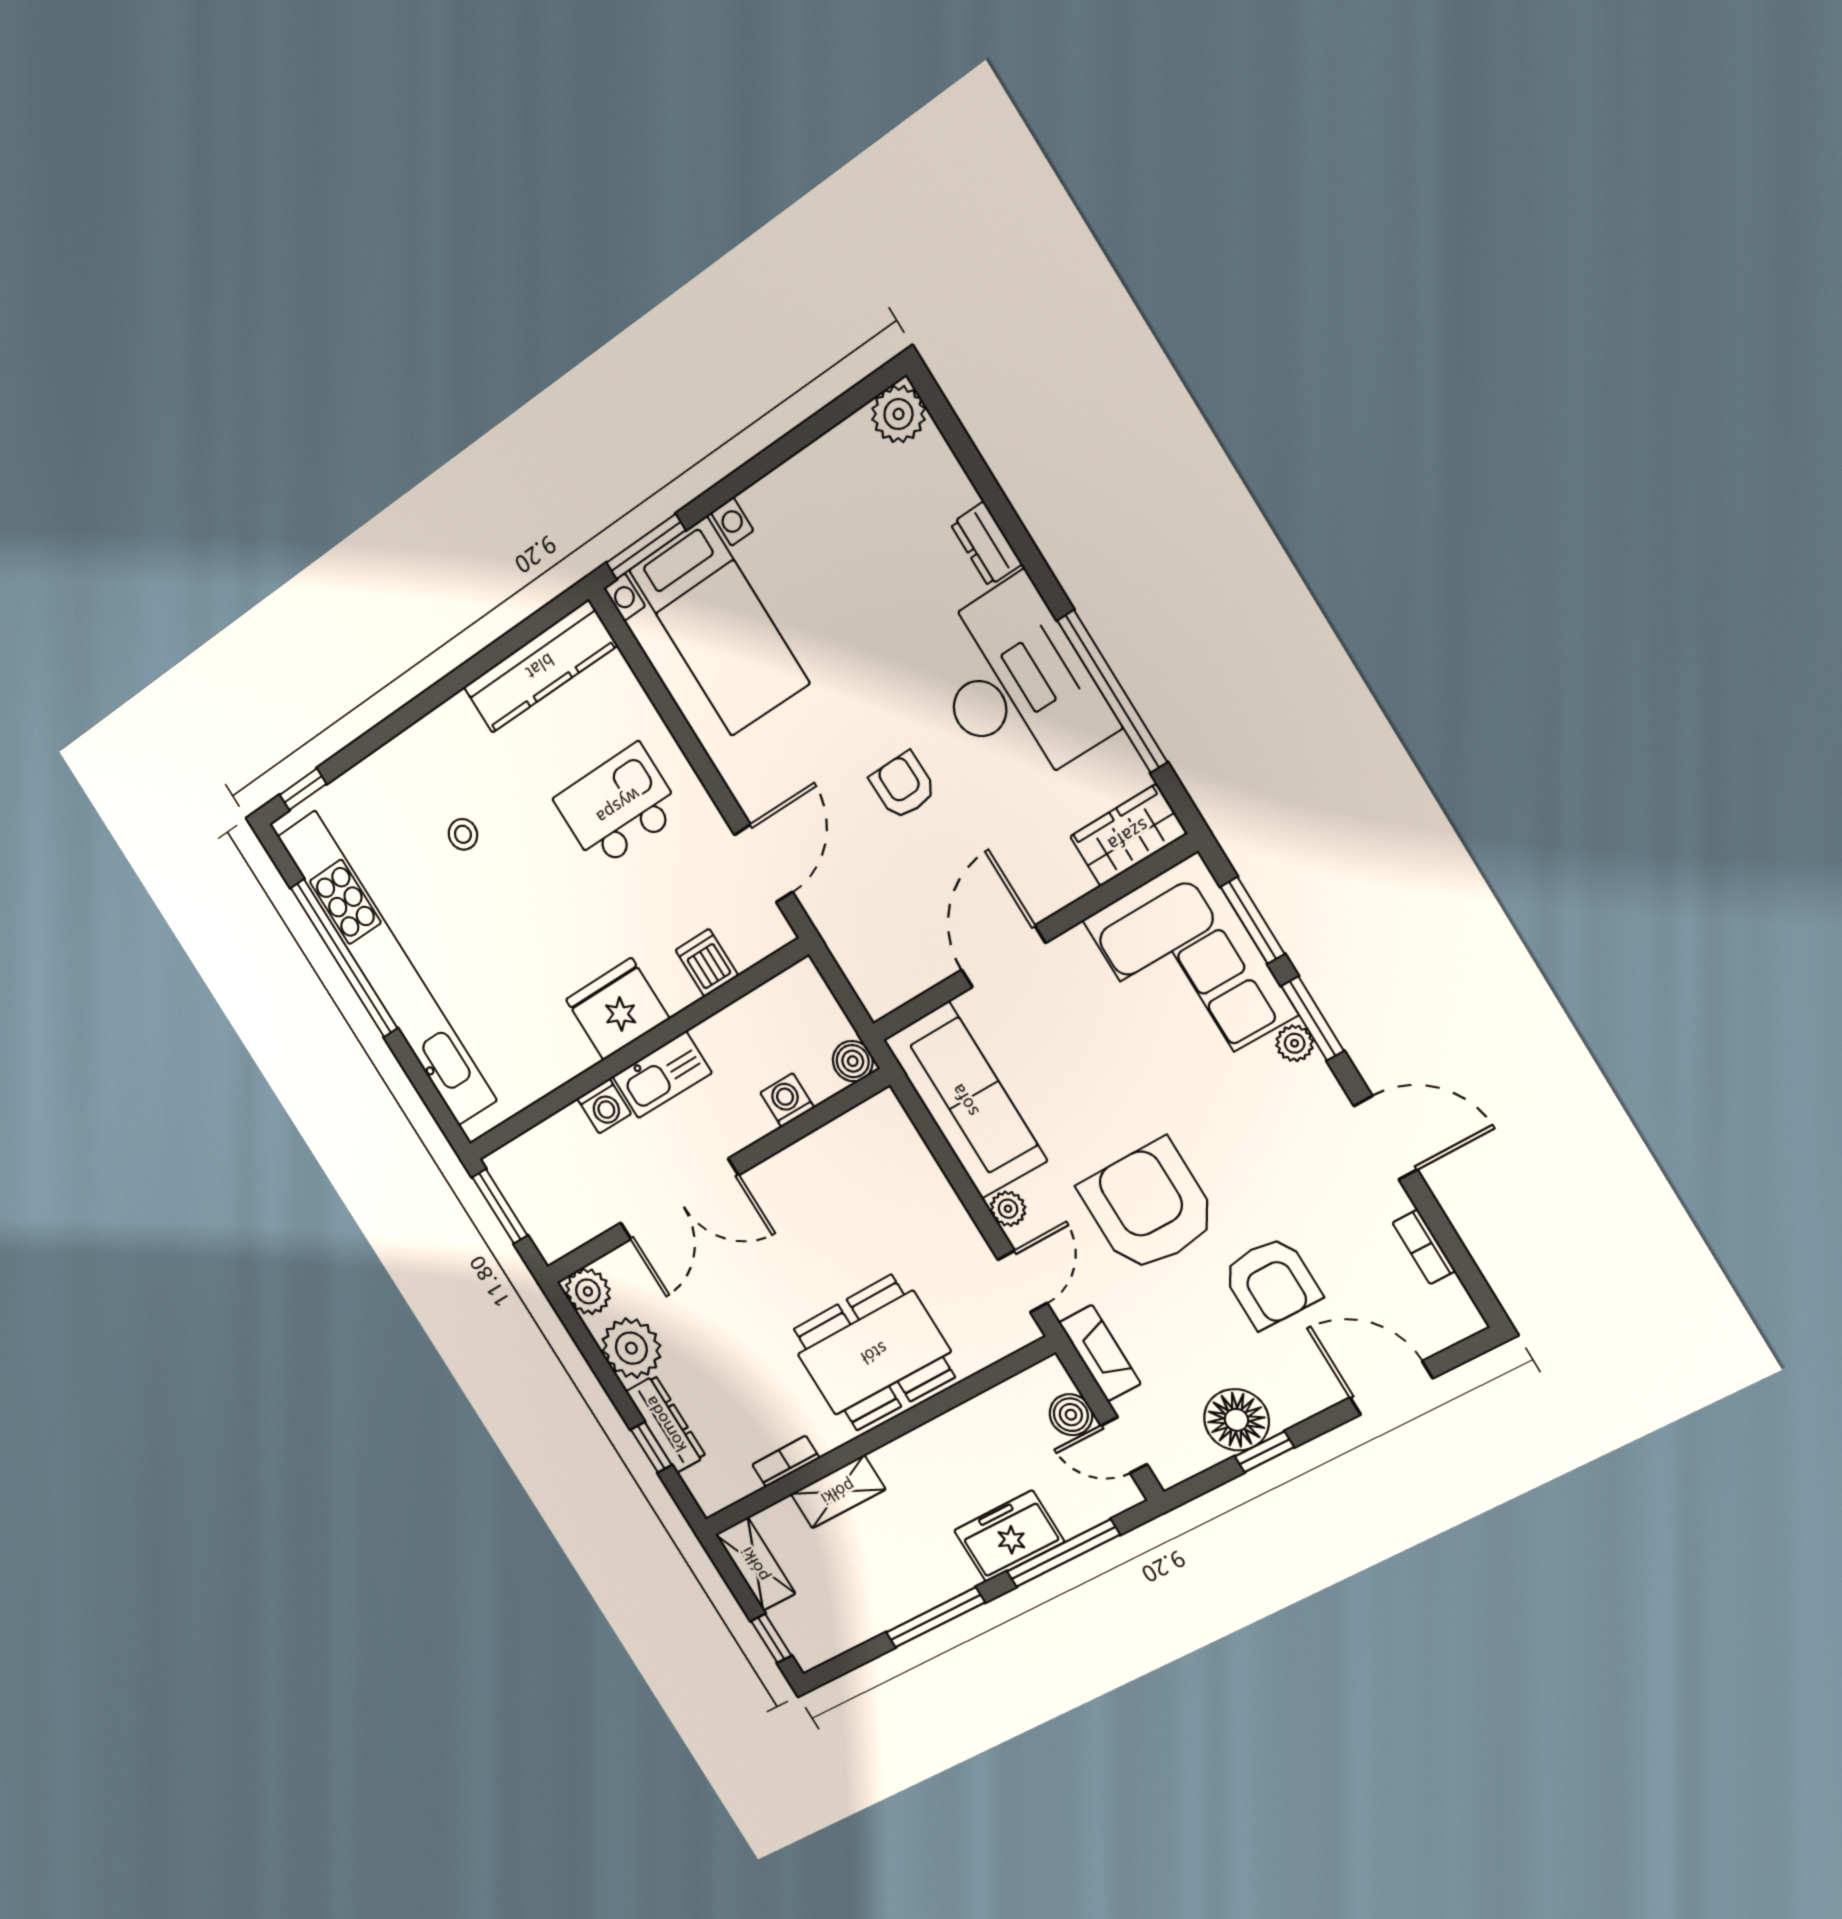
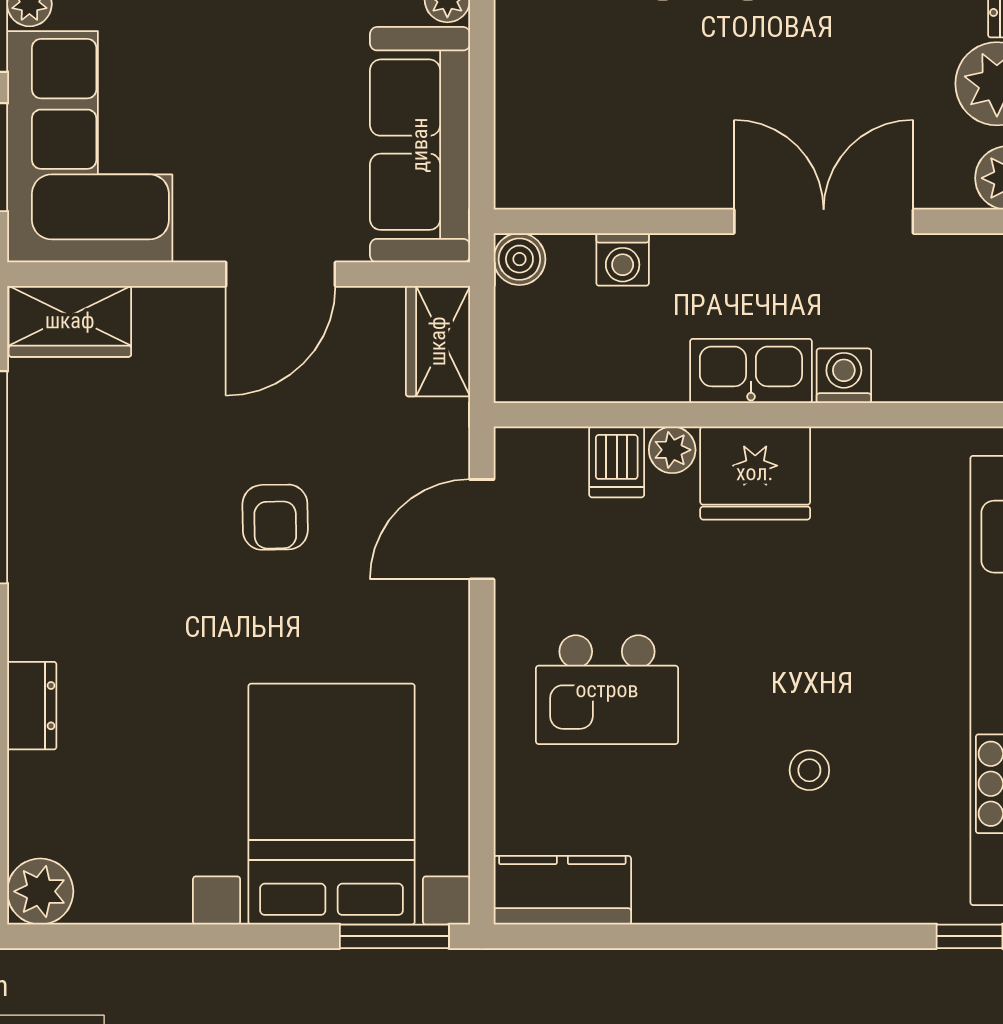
bed with nightstands: (719, 627) -> (332, 804), width x1.36
kitchen counter: (540, 666) -> (562, 890), width x0.67
desk: (1016, 686) -> (91, 545), removed
wardrobe: (871, 974) -> (438, 341), added
plant: (678, 993) -> (672, 450), added

